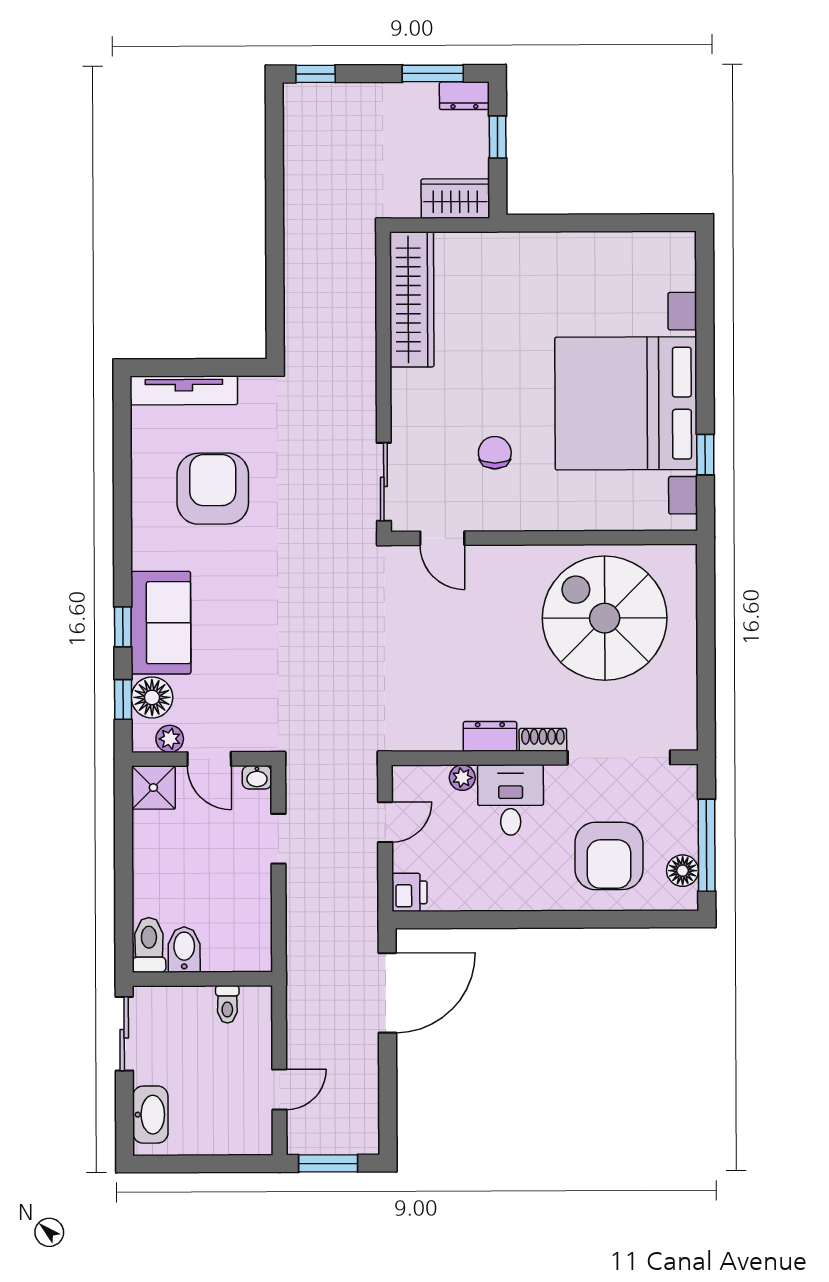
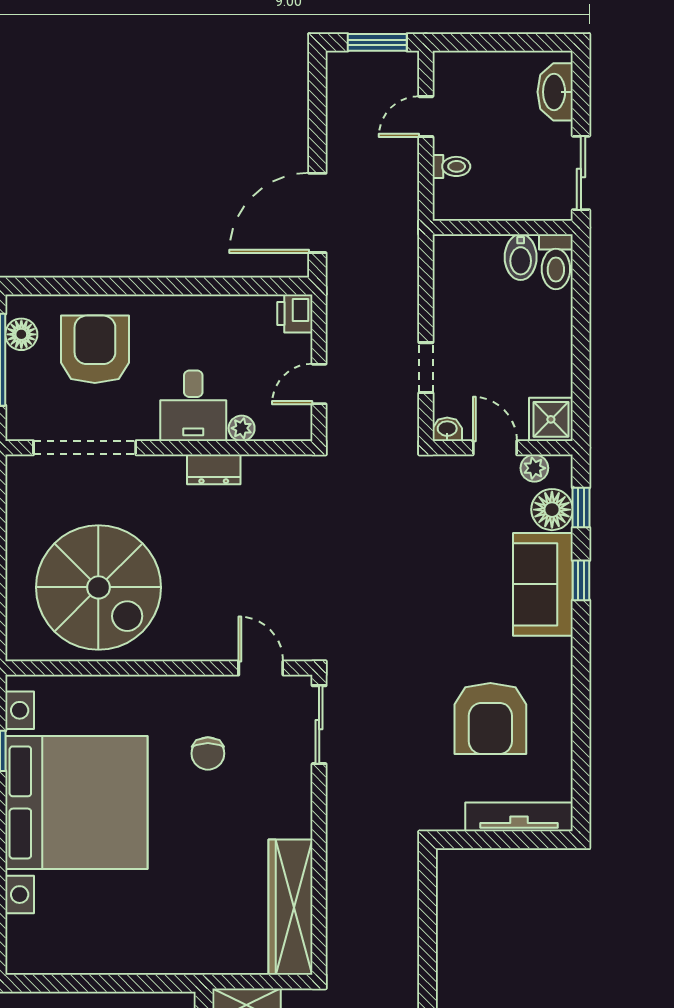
shoe rack: (543, 740) -> (161, 466), removed
toilet: (227, 1004) -> (451, 166), moved, turned 90

